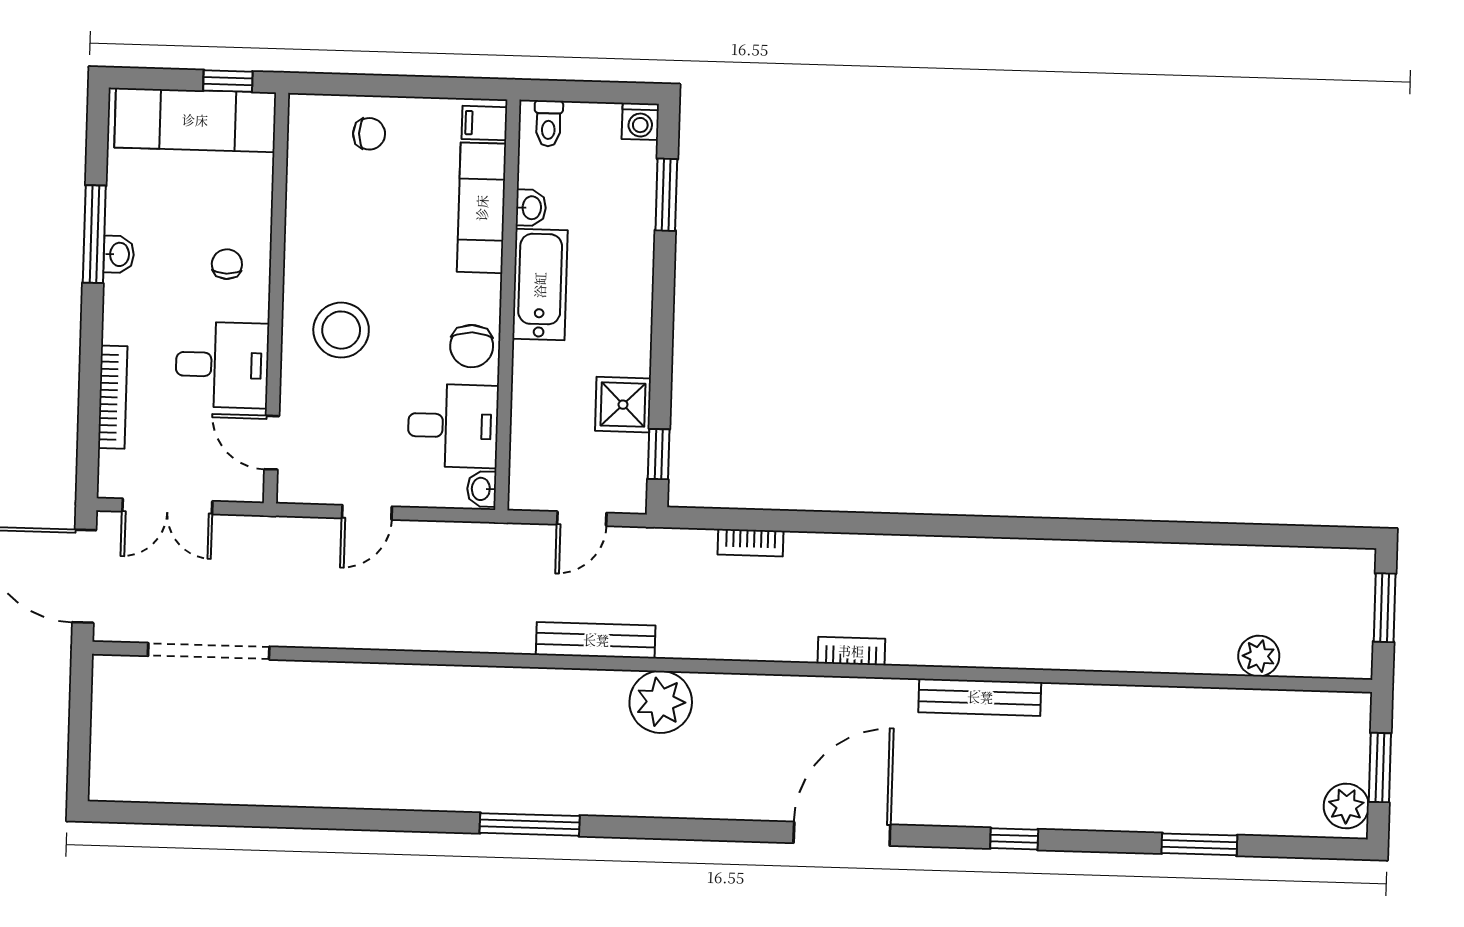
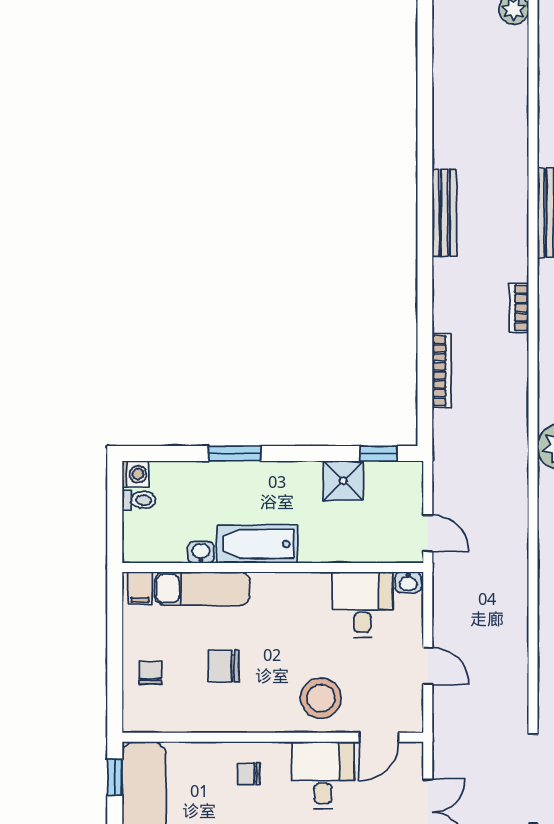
toilet: (548, 123) -> (139, 500), moved
window: (666, 195) -> (235, 453), moved
stool: (341, 330) -> (321, 698), moved
chair: (472, 346) -> (224, 666), moved, turned 180
door: (582, 519) -> (428, 533), moved
bookcase: (750, 543) -> (442, 371), width x1.56
bench: (596, 640) -> (444, 213), moved

